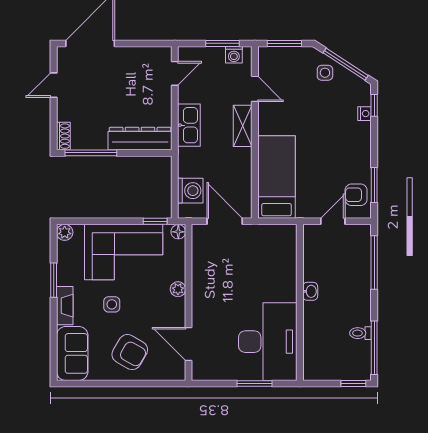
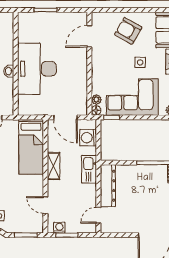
kitchen sink: (189, 125) -> (89, 169), moved
shelving: (243, 126) -> (54, 166), moved
dresser: (140, 139) -> (108, 186), moved, turned -90
plant: (178, 289) -> (96, 100), moved
desk: (268, 342) -> (37, 69), moved
door: (188, 344) -> (89, 36), swing flipped

